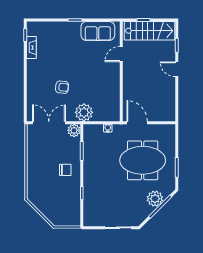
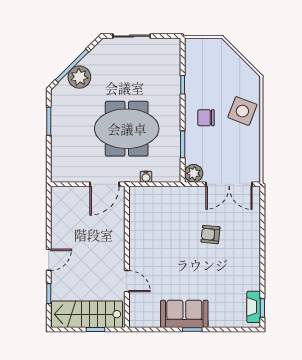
sofa: (98, 31) -> (184, 314), moved
fireplace: (31, 48) -> (254, 307), moved
door: (121, 54) -> (127, 281), hinge flipped
door: (177, 69) -> (49, 260), hinge flipped
plant: (84, 112) -> (180, 199), removed
door: (137, 123) -> (105, 184), hinge flipped
meeting table: (143, 160) -> (127, 129), moved
side table: (39, 175) -> (242, 111), added

